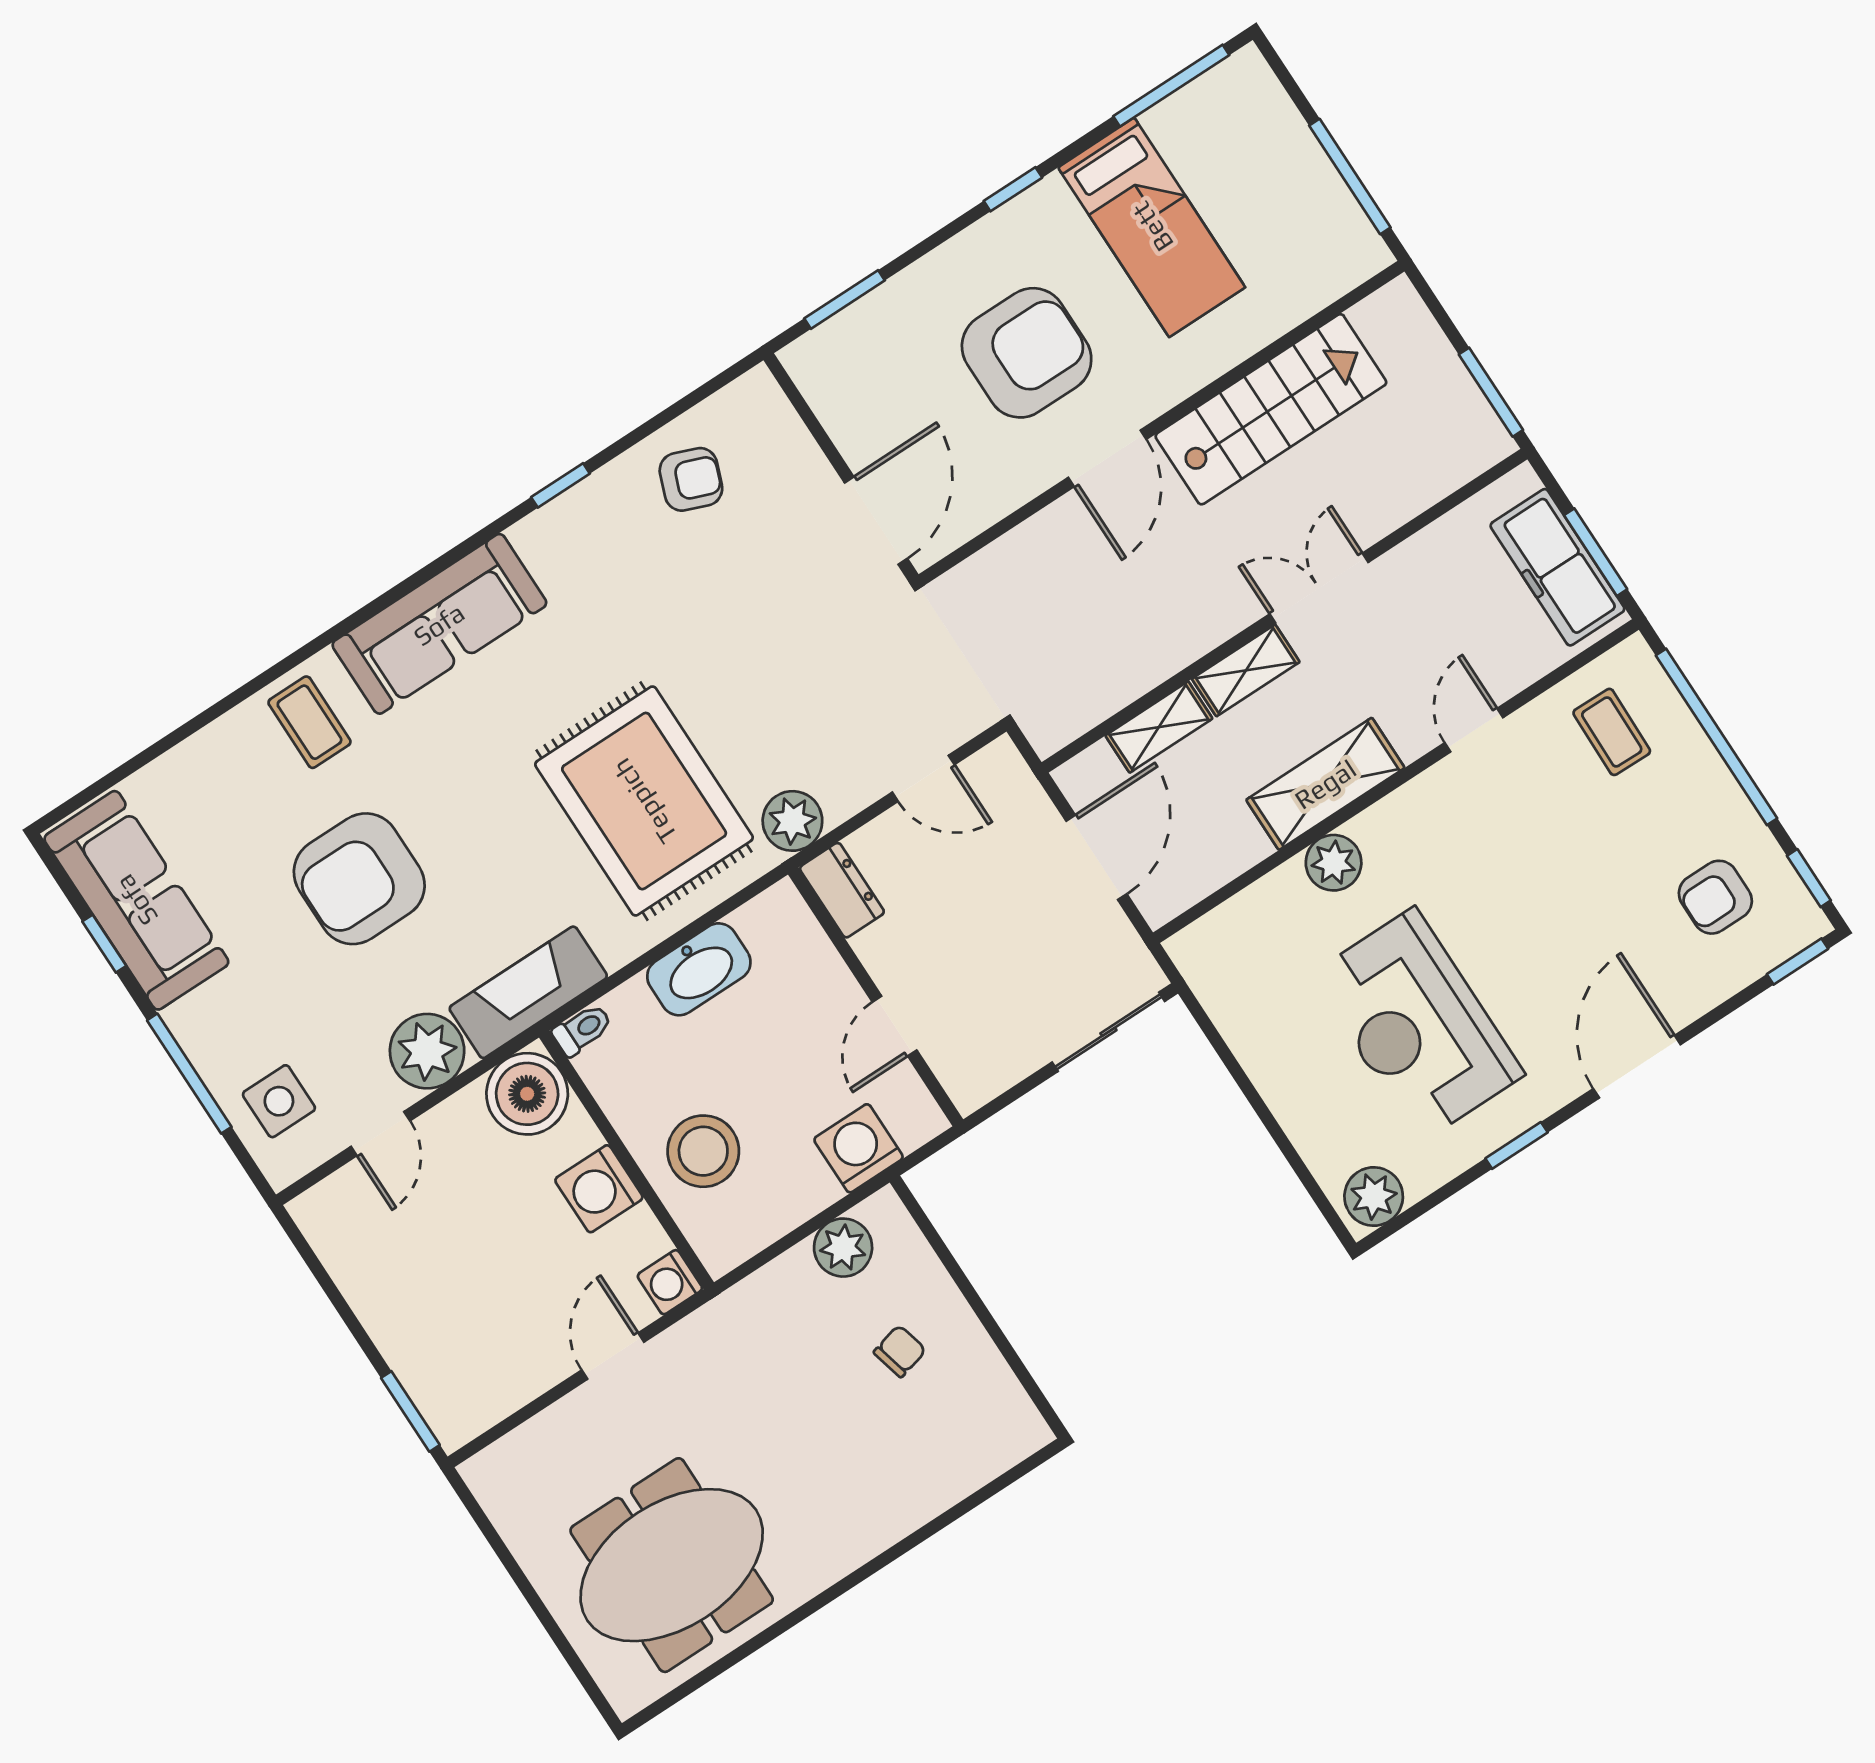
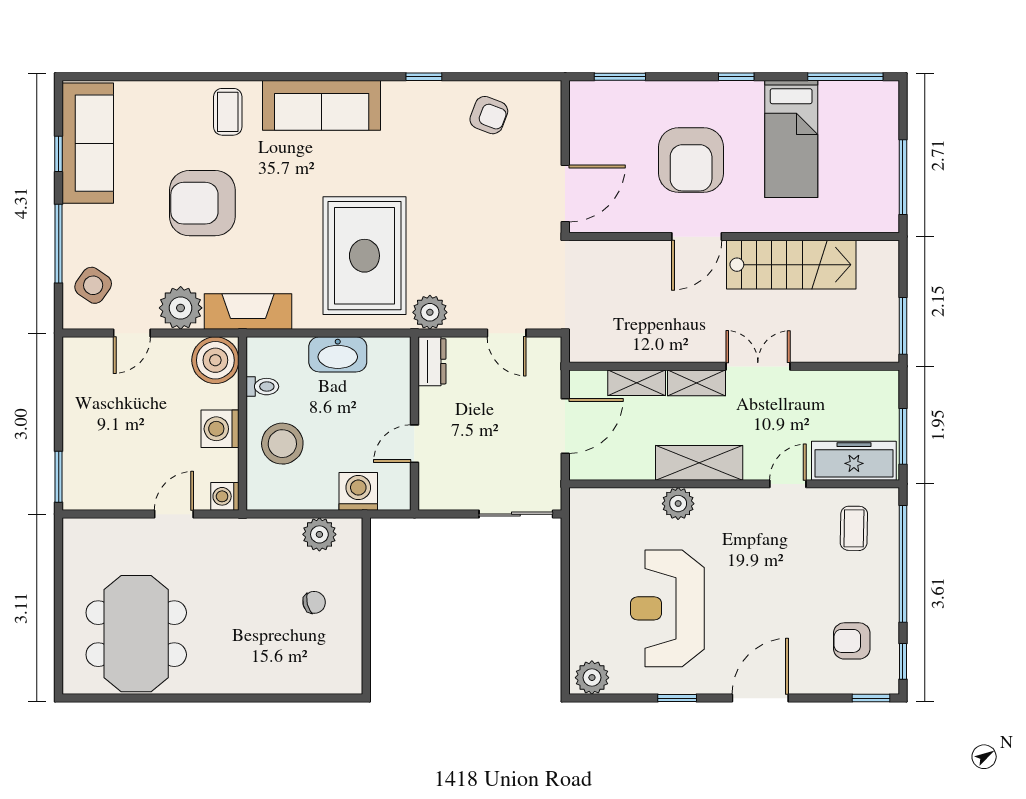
armchair: (1027, 353) -> (691, 160), turned 90
freezer: (1557, 567) -> (854, 461), moved, turned 90
toilet: (582, 1030) -> (262, 387), moved
side table: (279, 1101) -> (93, 285), turned 35
meeting table: (672, 1565) -> (136, 634), turned 90

